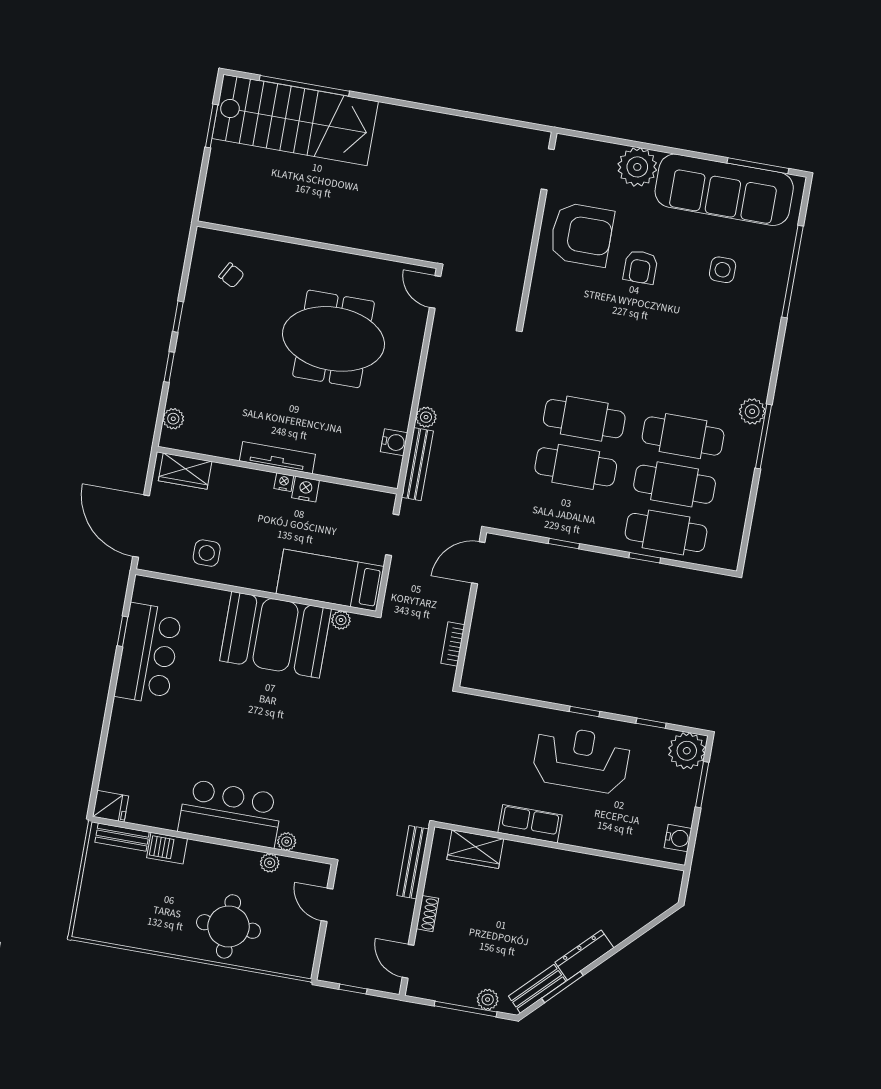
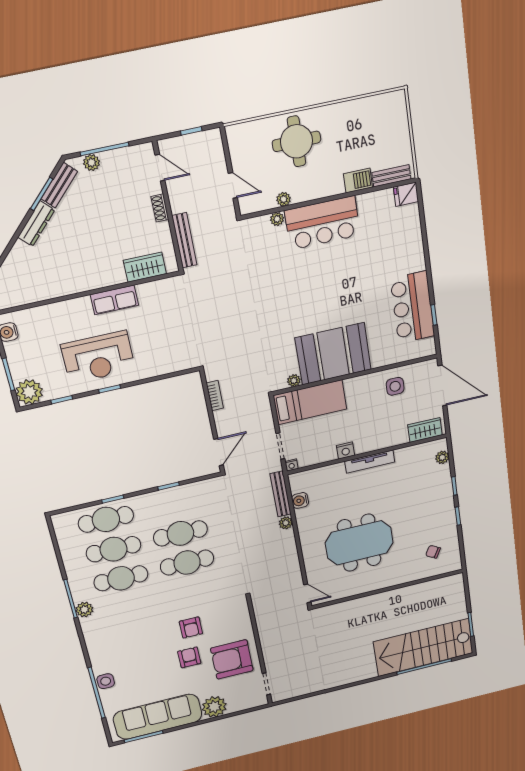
side table: (723, 270) -> (106, 681), moved
armchair: (619, 314) -> (191, 628), added
nightstand: (284, 482) -> (291, 465), moved

